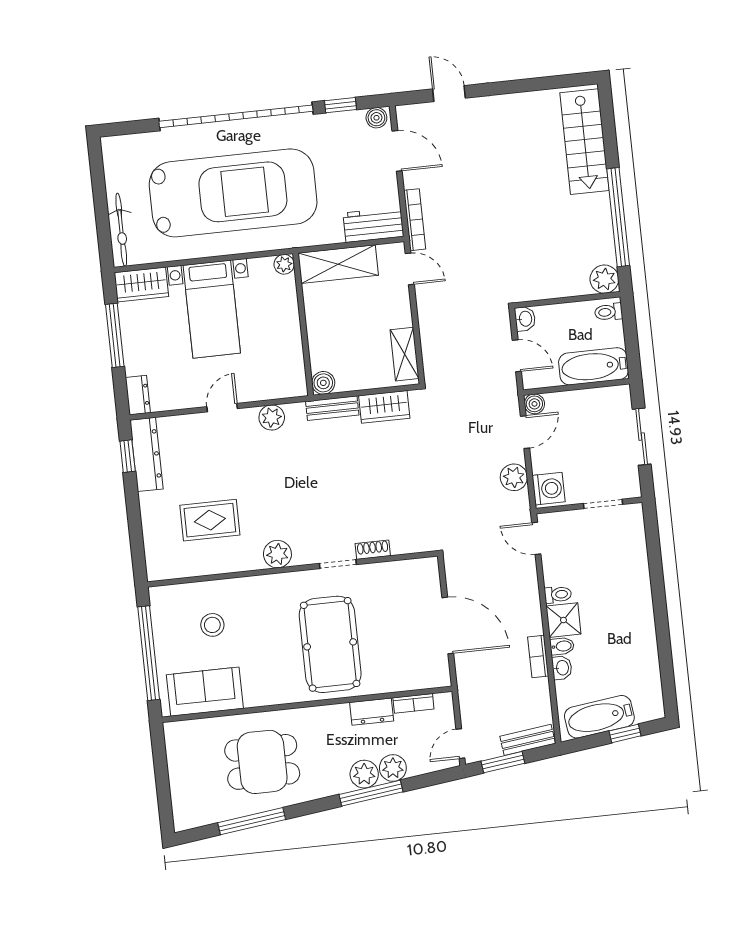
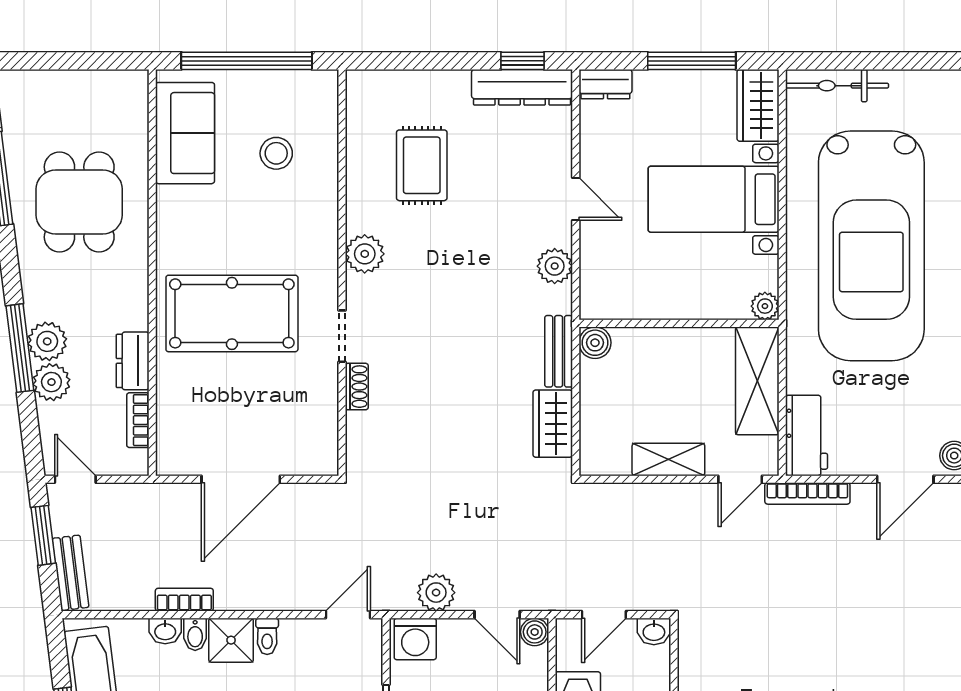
shelving: (405, 354) -> (668, 459), moved

